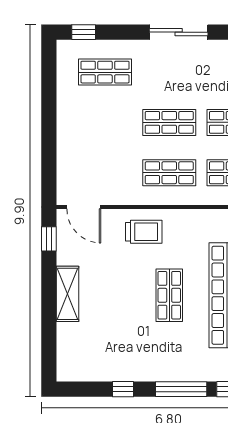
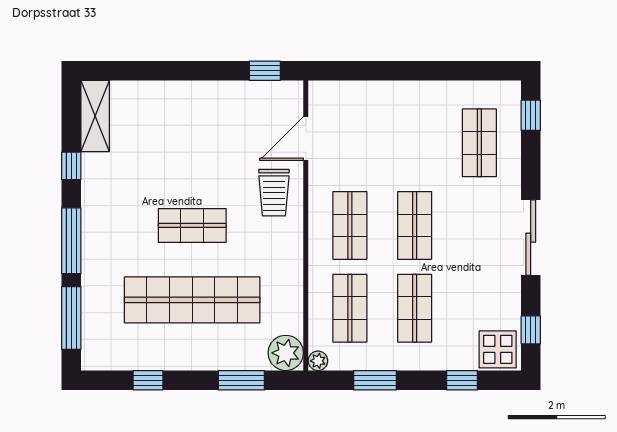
door: (84, 207) -> (306, 138), moved
shelving: (68, 294) -> (95, 116), moved, turned 90

